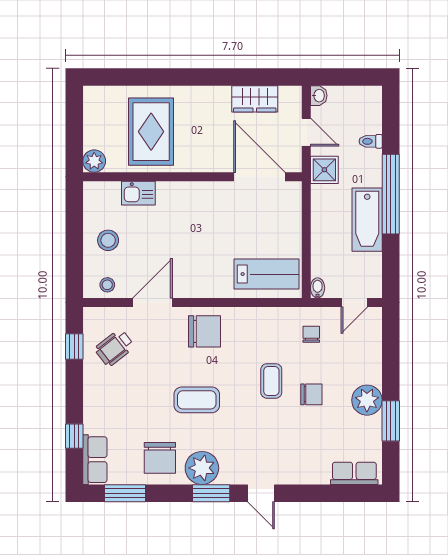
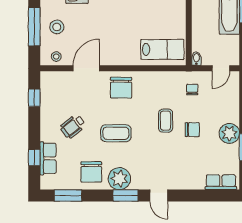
window: (74, 240) -> (34, 27), added
chair: (204, 331) -> (121, 88), turned 90
wheelchair: (114, 348) -> (73, 126), moved
row of seats: (95, 460) -> (48, 158), moved

